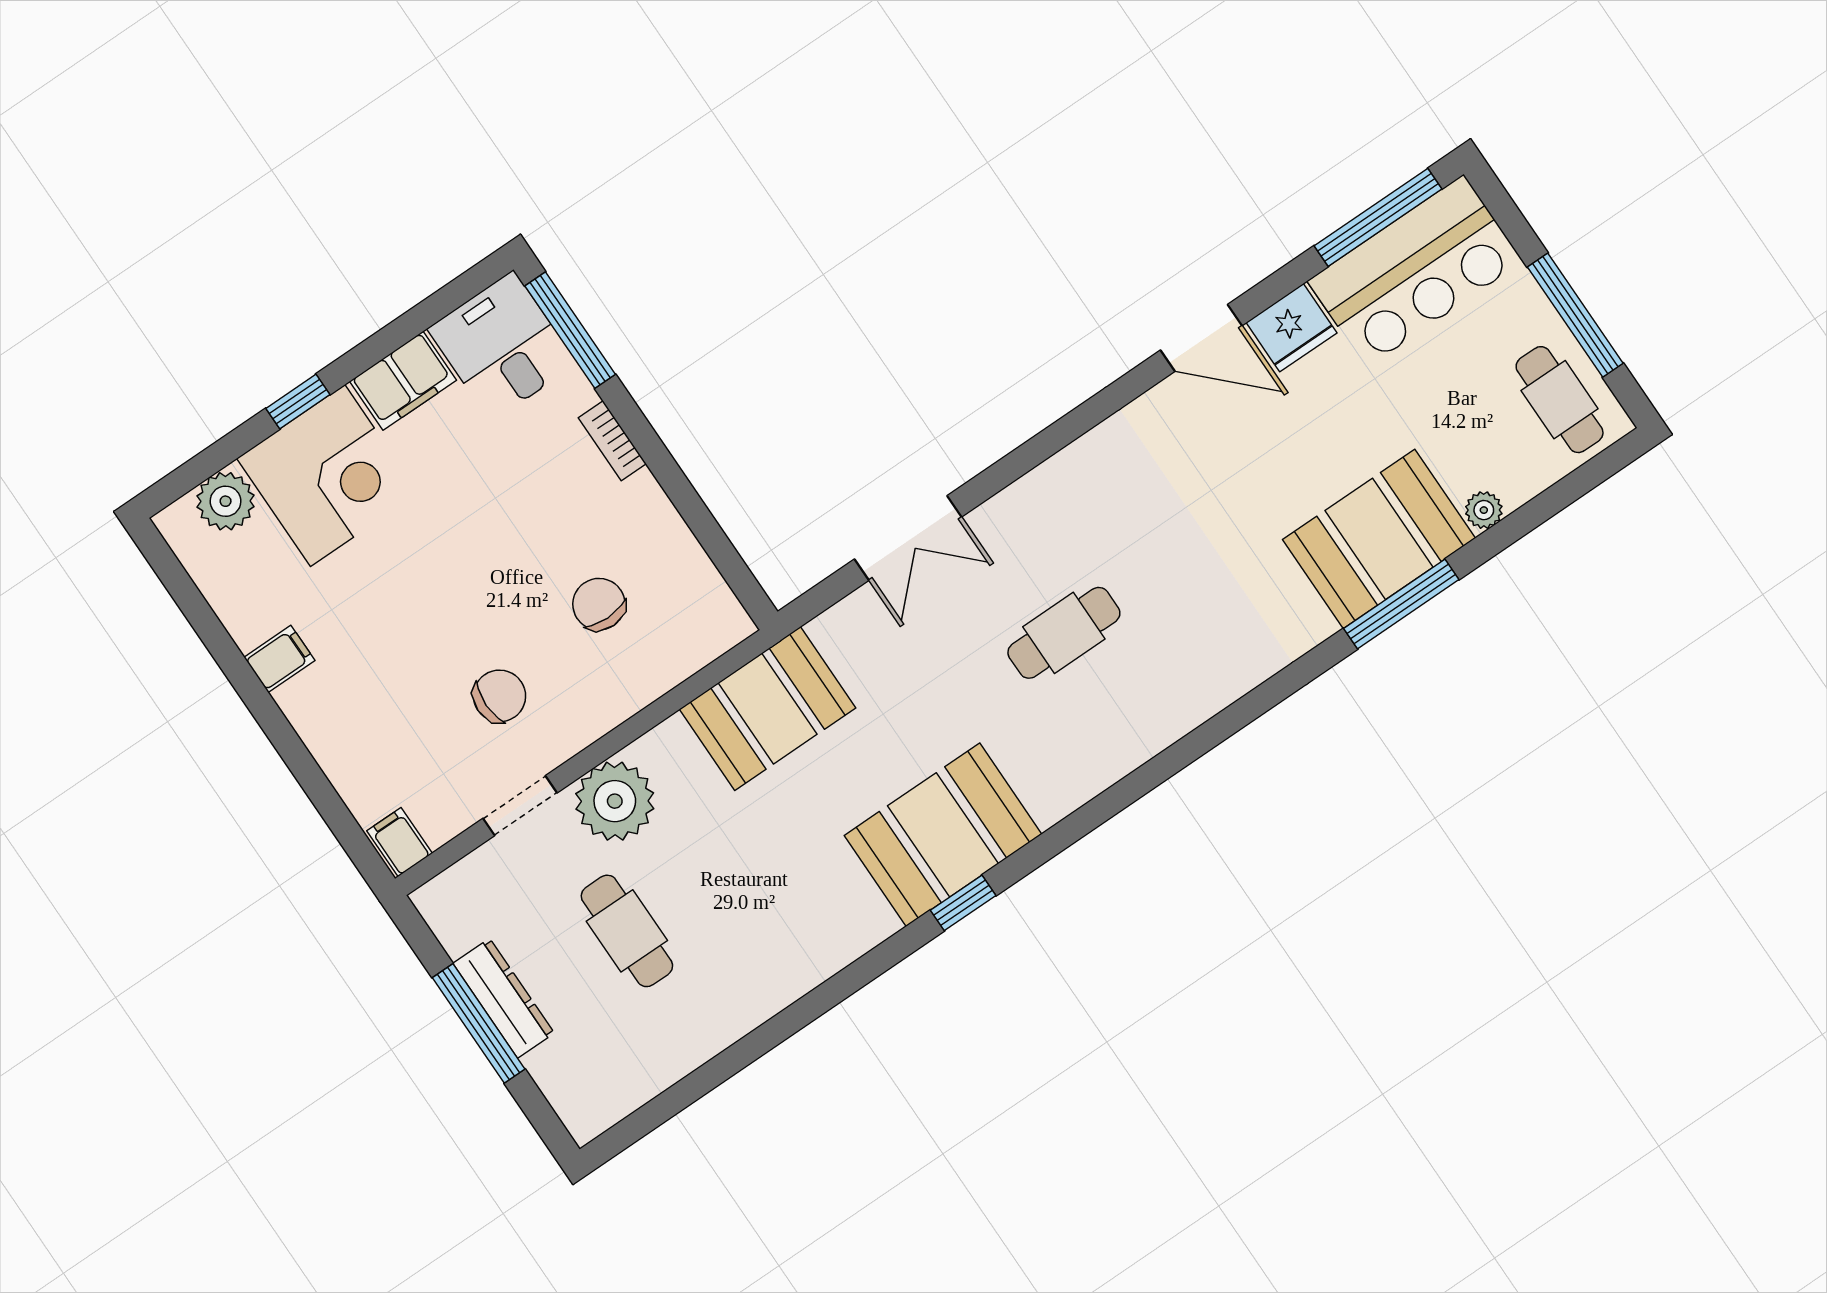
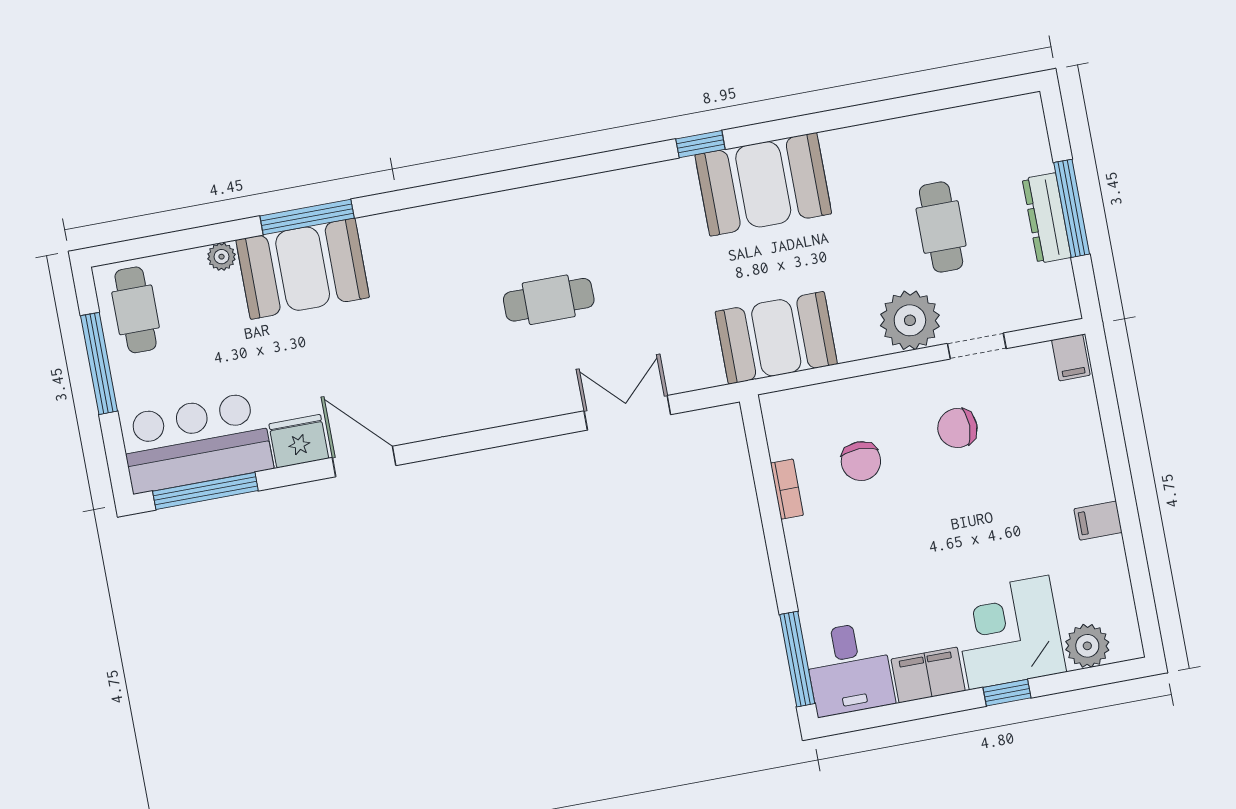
bookcase: (612, 441) -> (787, 489), moved
booth: (943, 835) -> (763, 184), moved

